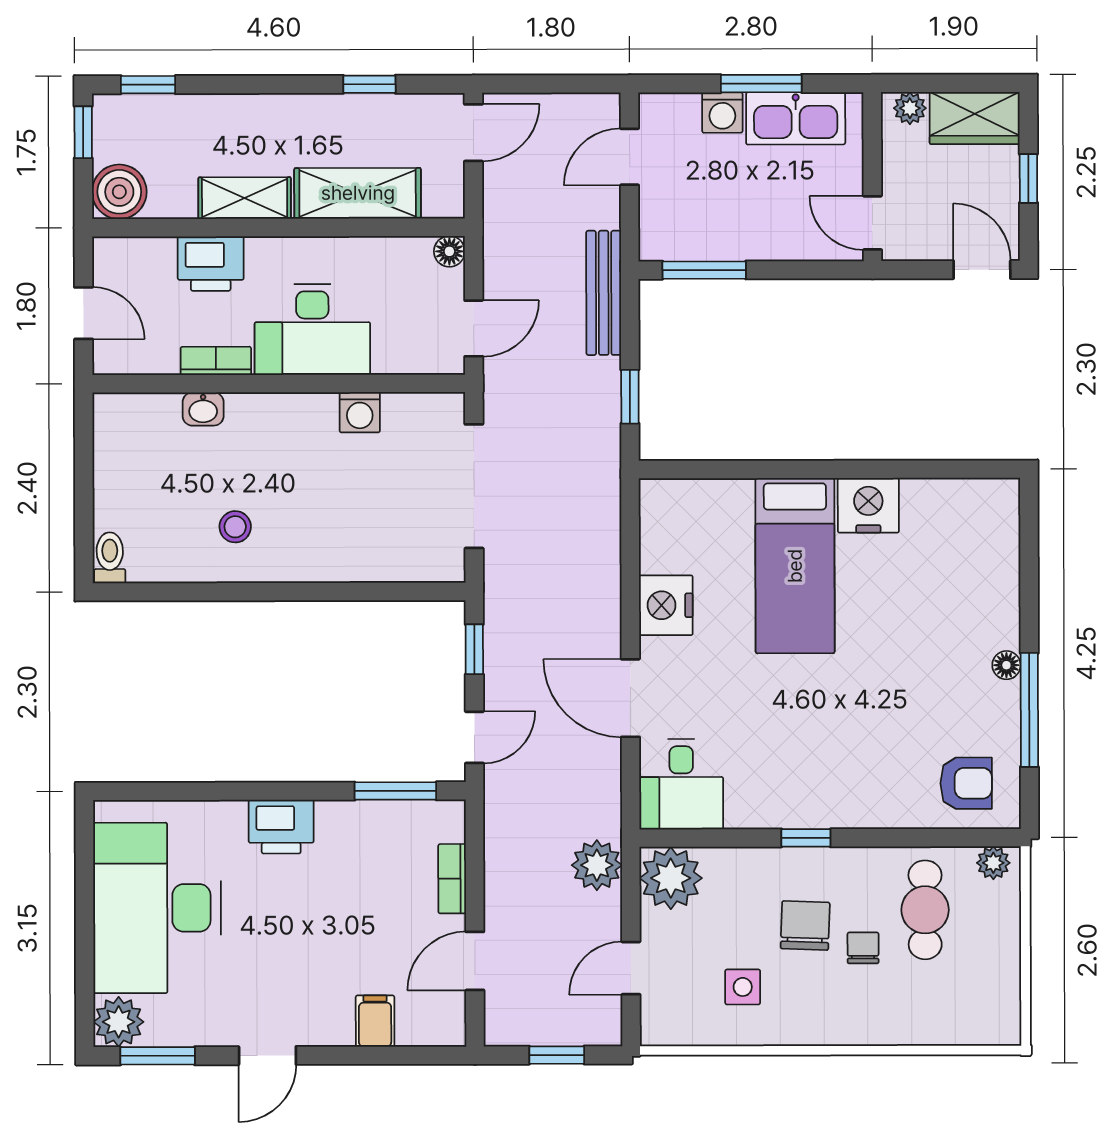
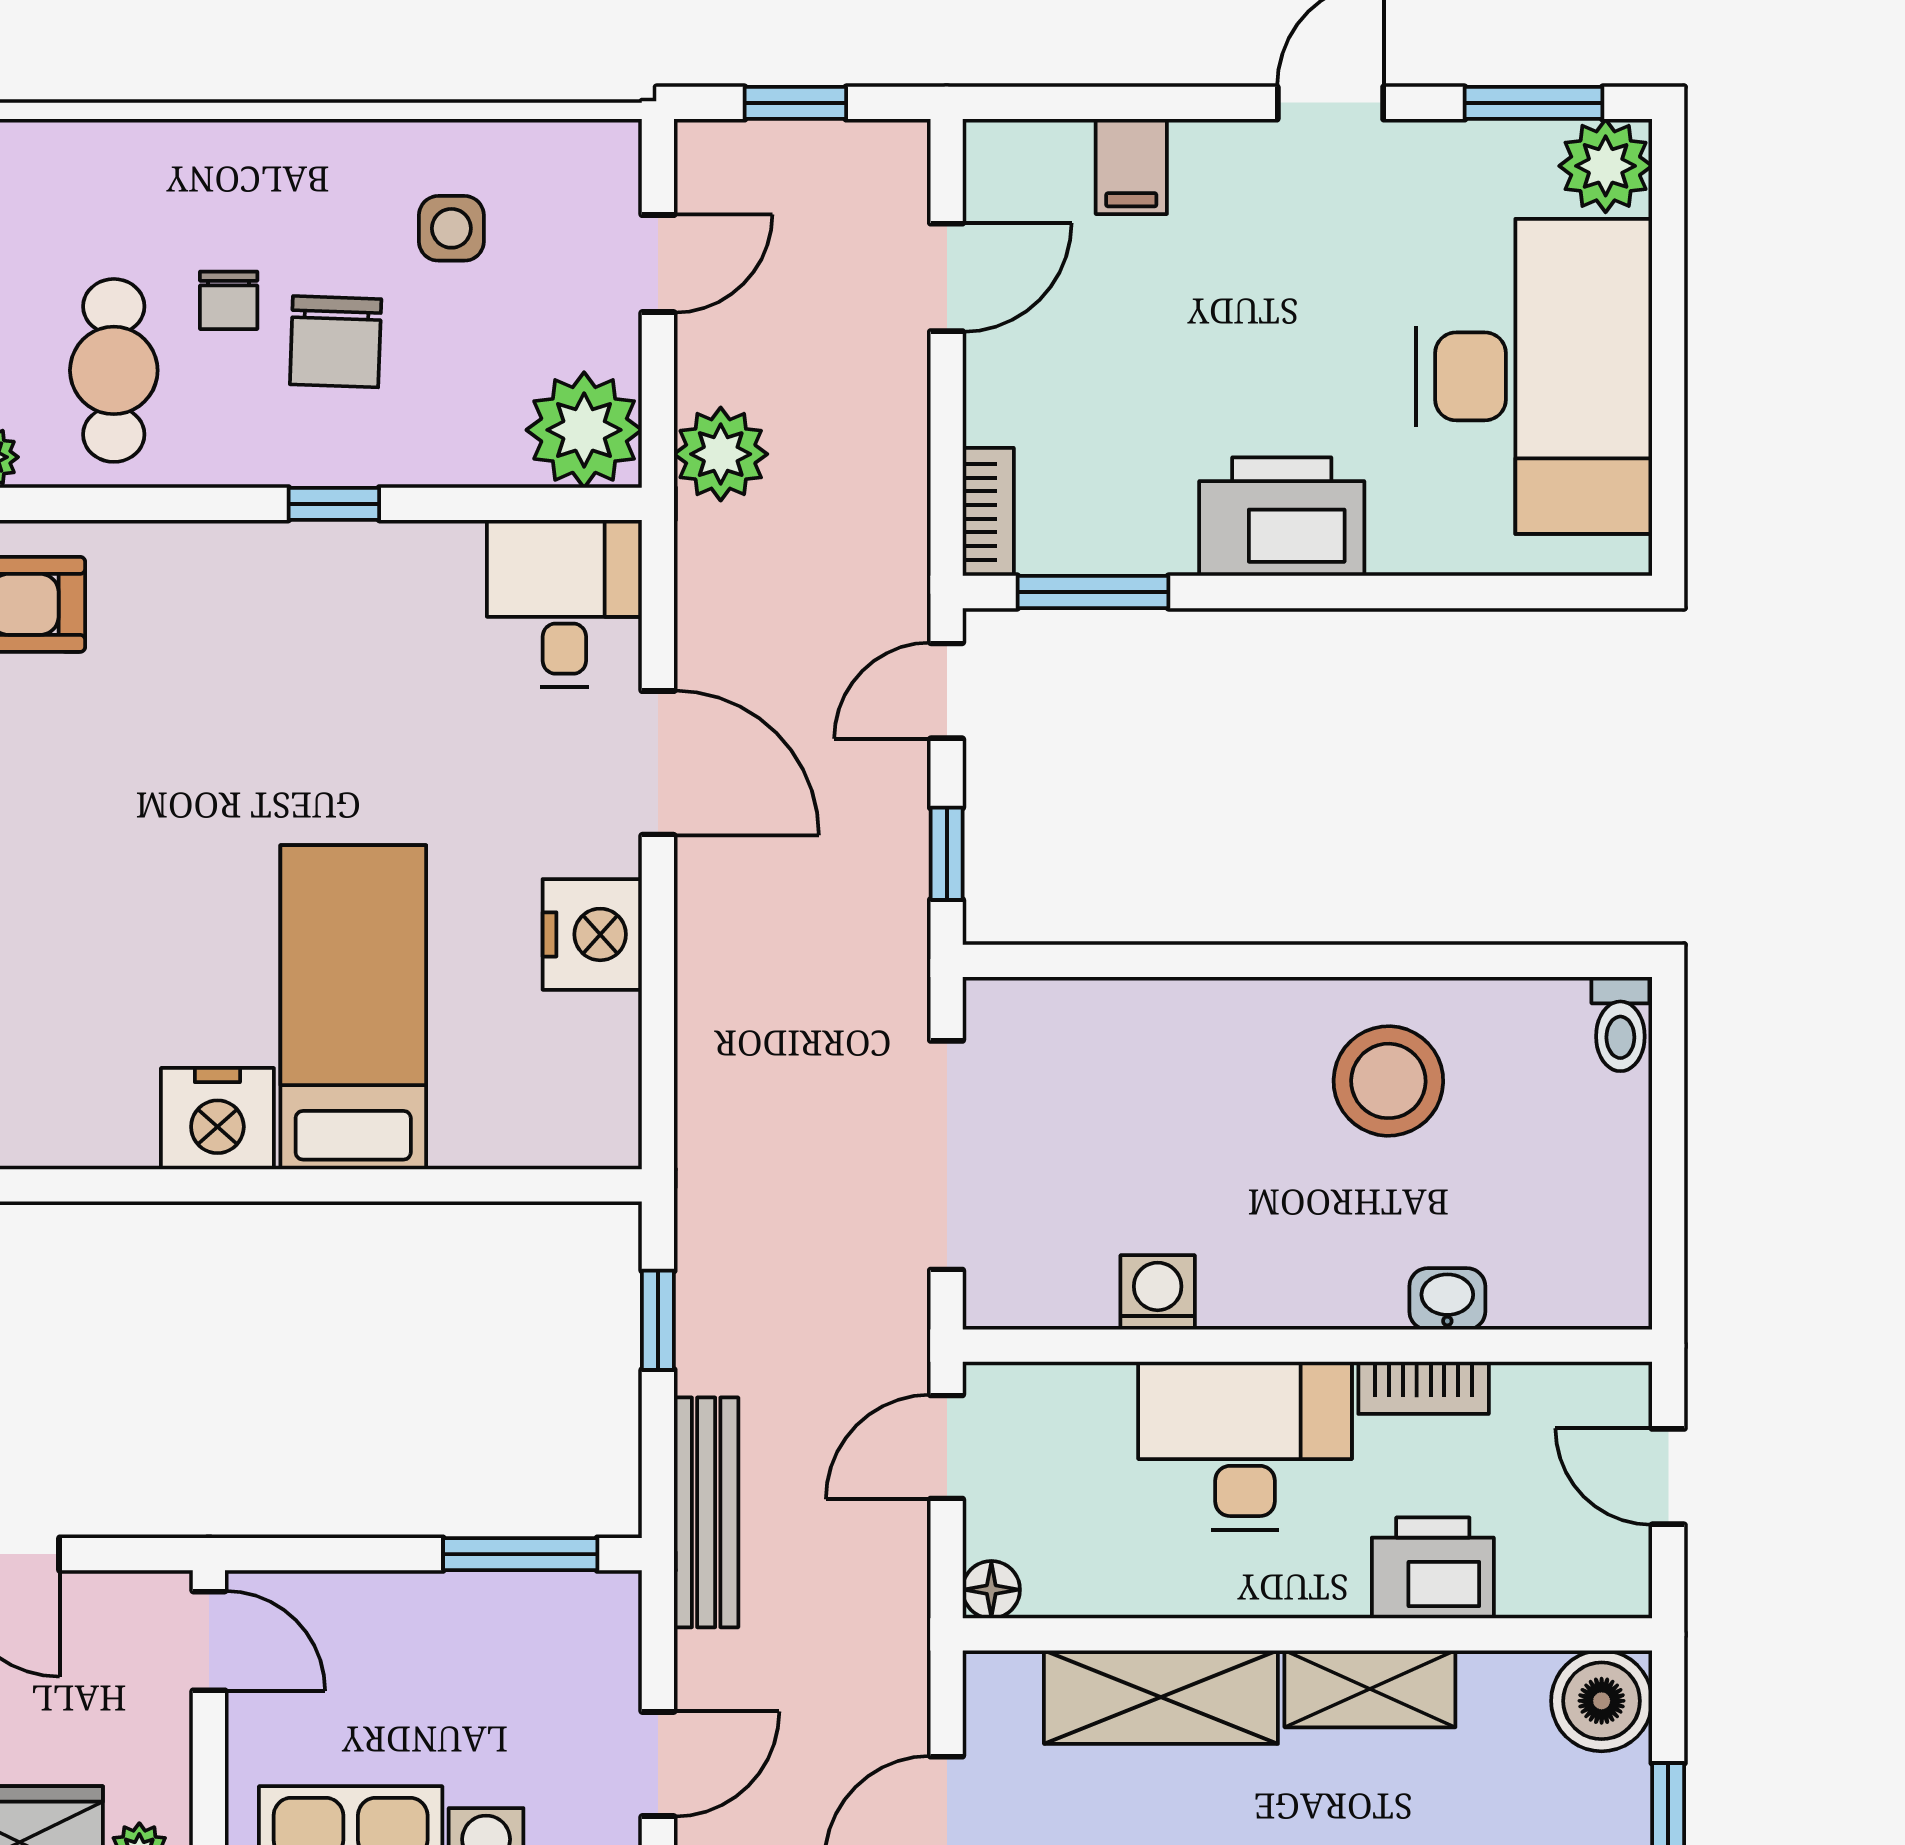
stool: (235, 527) -> (1388, 1081), width x1.89, depth x1.89
printer: (281, 827) -> (1282, 517), width x1.37, depth x1.19
bookcase: (452, 879) -> (988, 512), moved

